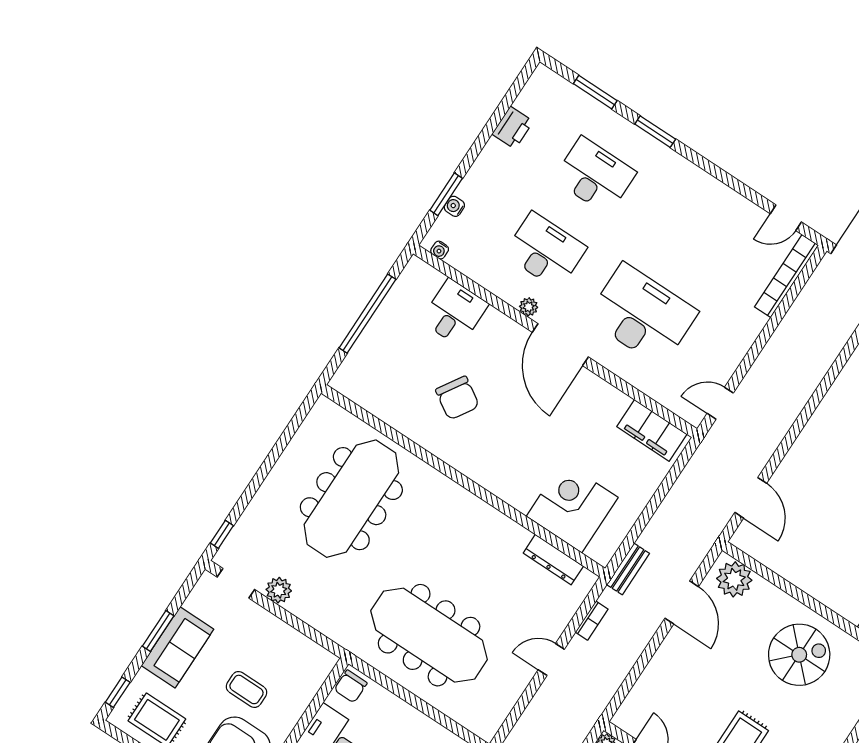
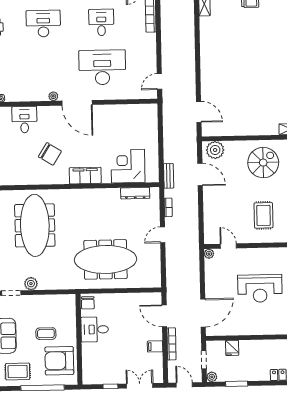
desk: (545, 251) -> (101, 22), moved, width x0.73
filing cabinet: (652, 430) -> (85, 176), moved, turned 180

